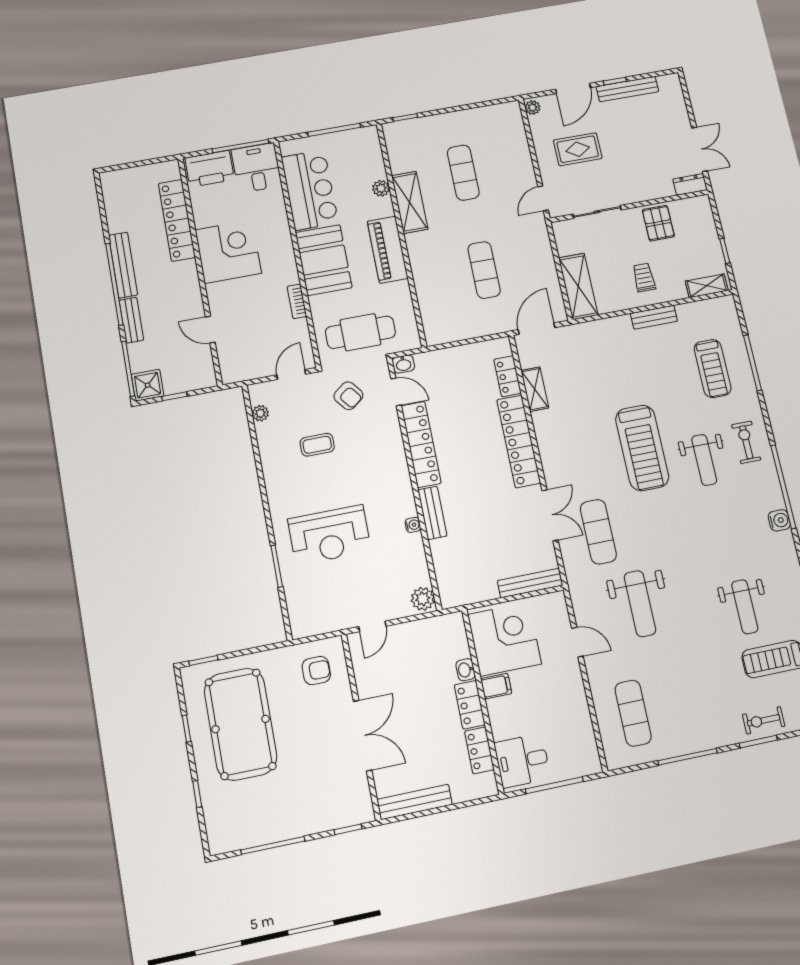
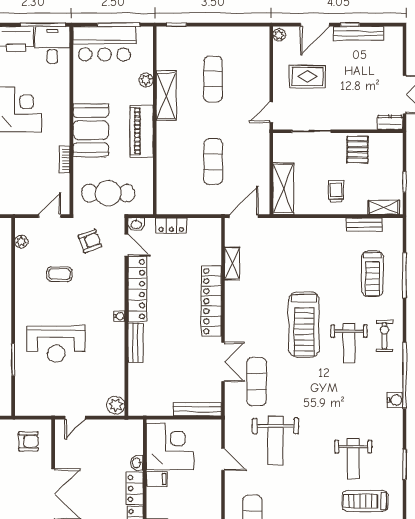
bar counter: (310, 190) -> (104, 44), moved, turned 90
bench: (654, 317) -> (364, 225), moved
locker: (508, 376) -> (171, 226), moved, turned -90
armchair: (348, 396) -> (90, 241), turned -72
water cooler: (413, 525) -> (119, 316), moved

